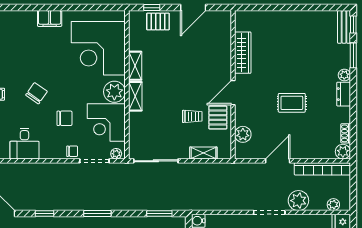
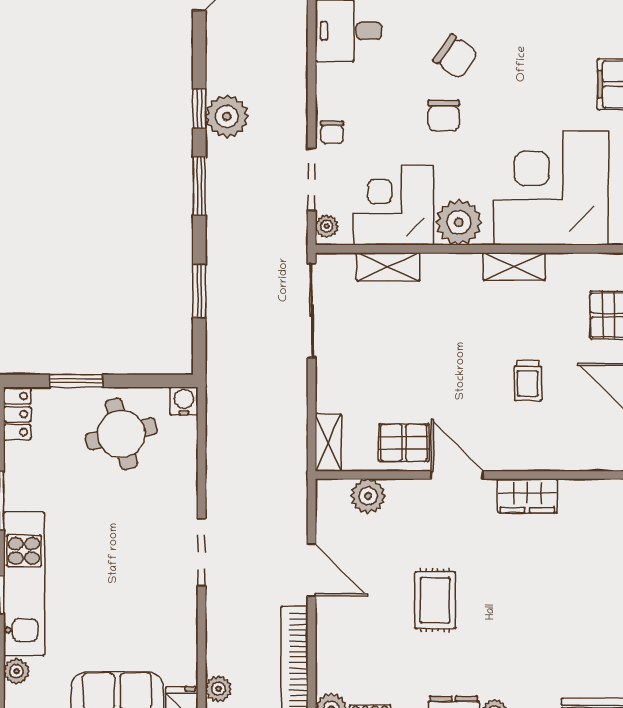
wardrobe: (243, 53) -> (527, 496), width x0.67
shelving: (135, 96) -> (388, 267), moved
trolley: (192, 116) -> (528, 381), moved
chair: (64, 118) -> (444, 116), moved
shelving: (203, 153) -> (328, 443), moved
plant: (298, 201) -> (227, 116), moved
window: (45, 214) -> (199, 108), moved
window: (159, 214) -> (199, 291), moved

